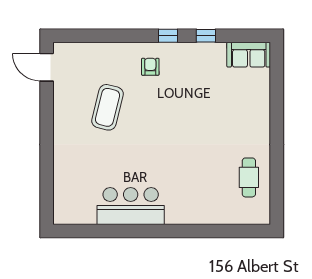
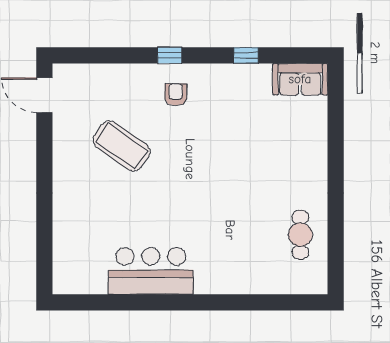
window: (168, 36) -> (170, 55), moved
coffee table: (108, 107) -> (122, 146), turned -69

